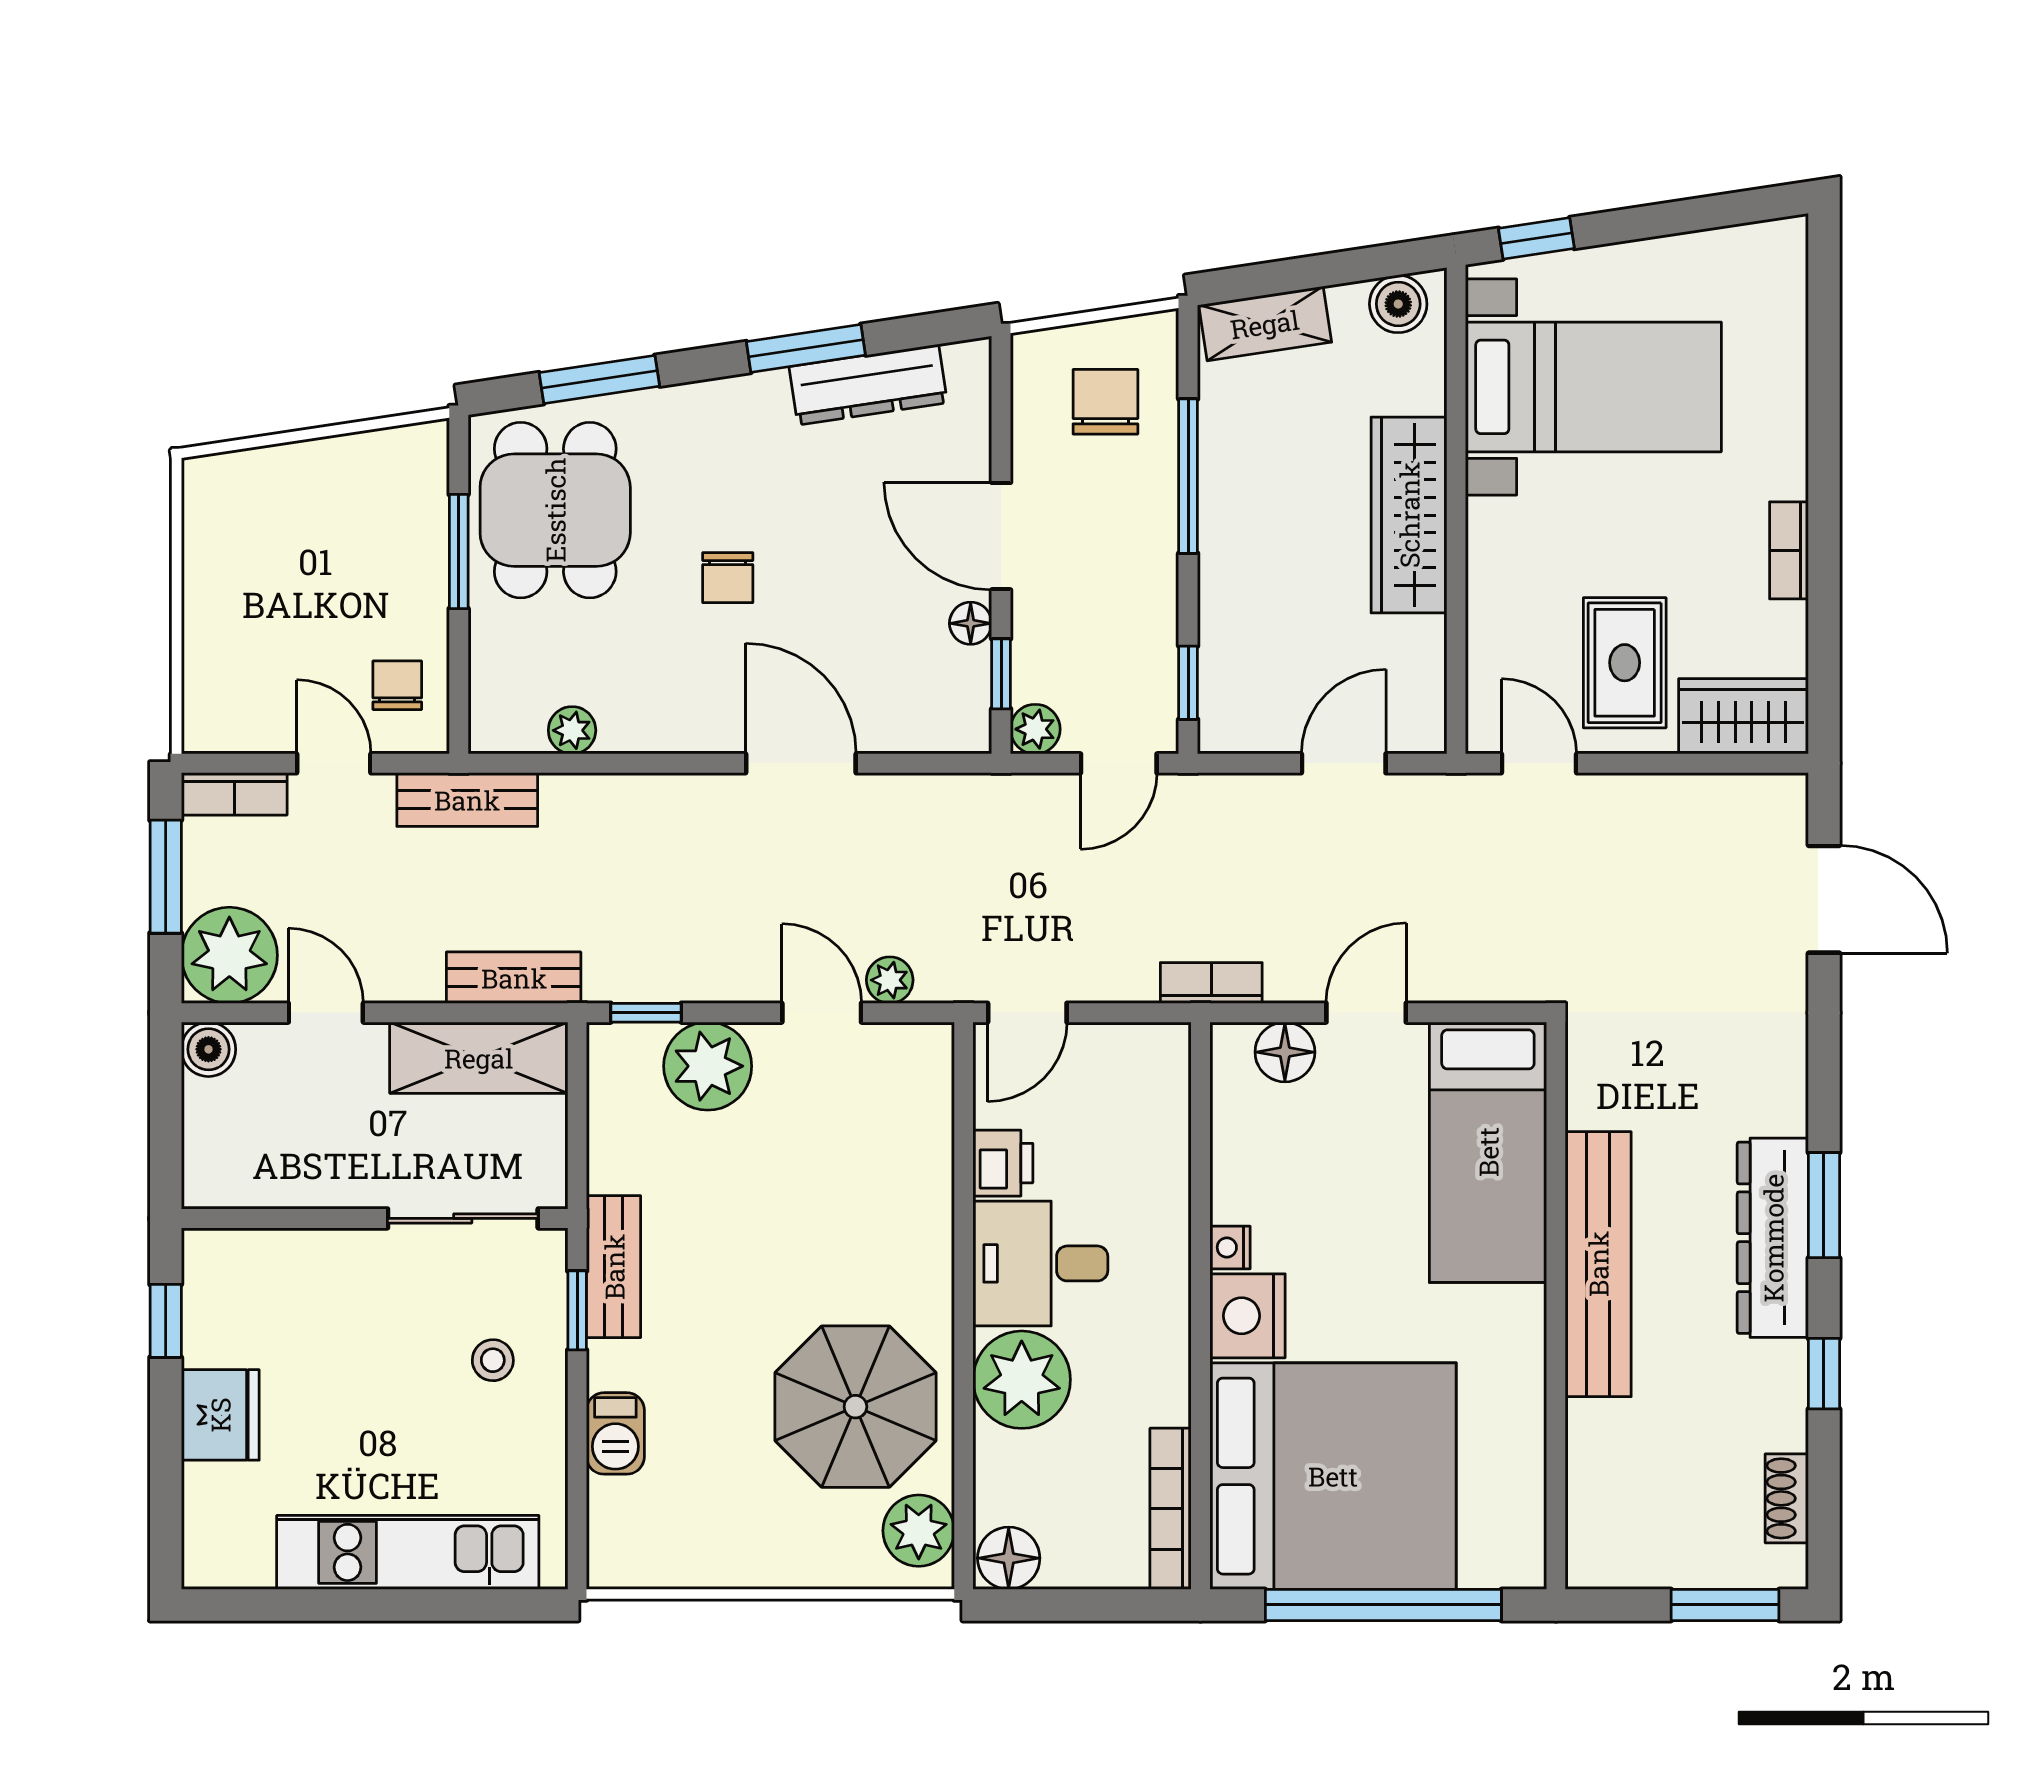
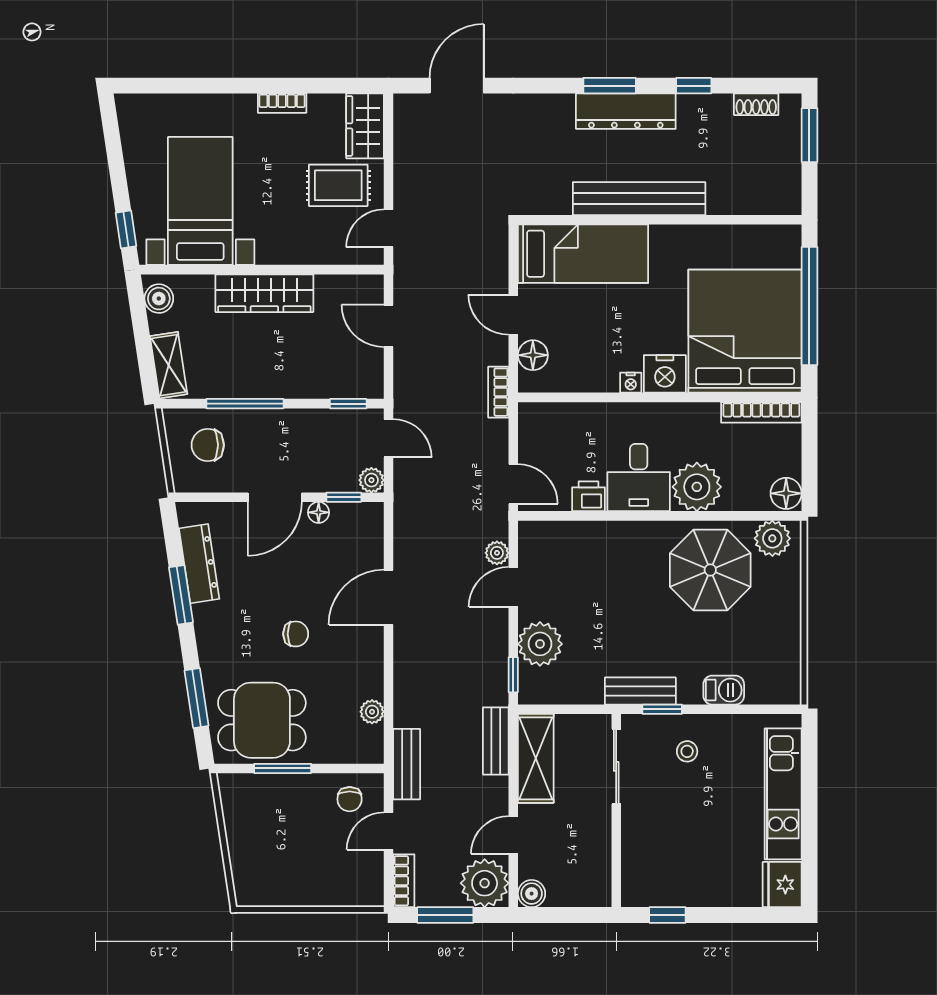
chair: (397, 685) -> (350, 799), turned -90
fridge: (220, 1415) -> (782, 885), moved, turned -90

